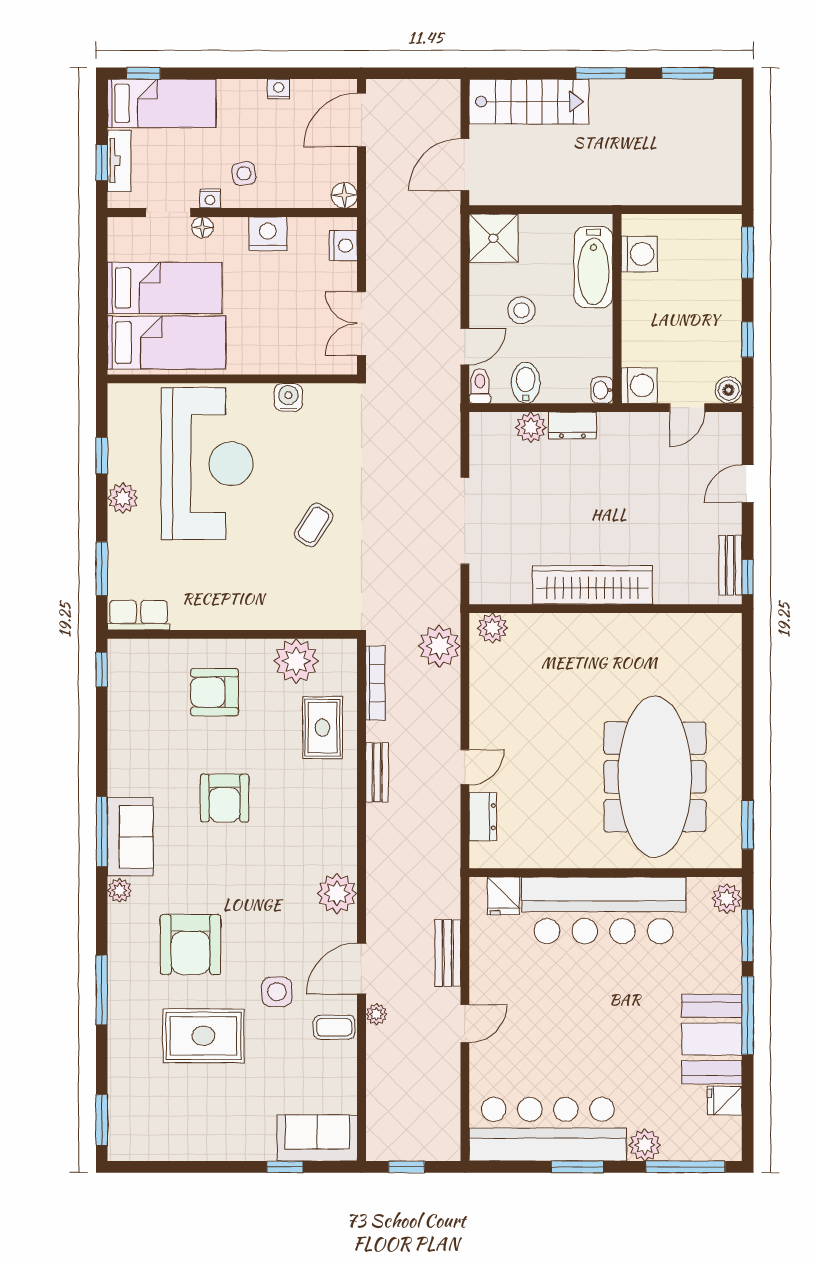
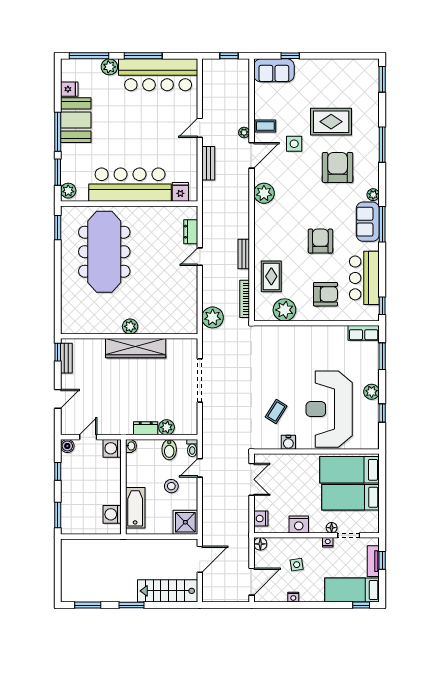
side table: (244, 174) -> (297, 565), moved
coffee table: (314, 525) -> (276, 412), moved
plant: (492, 628) -> (130, 326), moved
bar counter: (137, 725) -> (364, 278), added
window: (577, 1167) -> (143, 56), width x1.44

